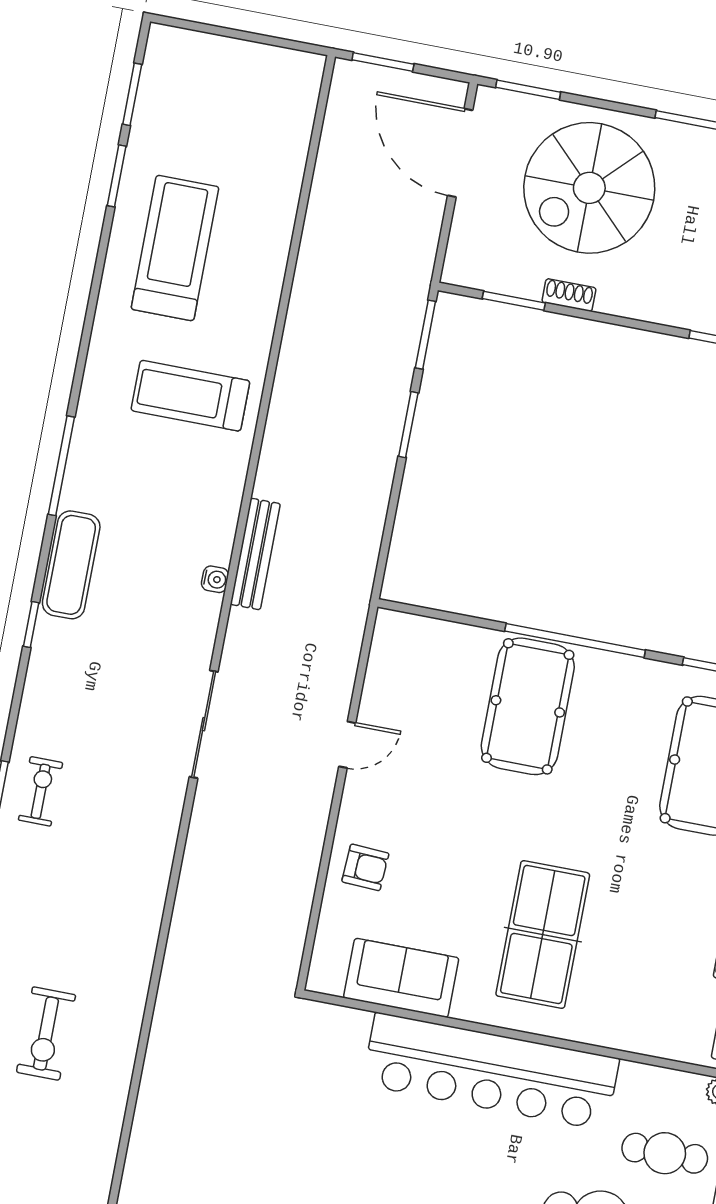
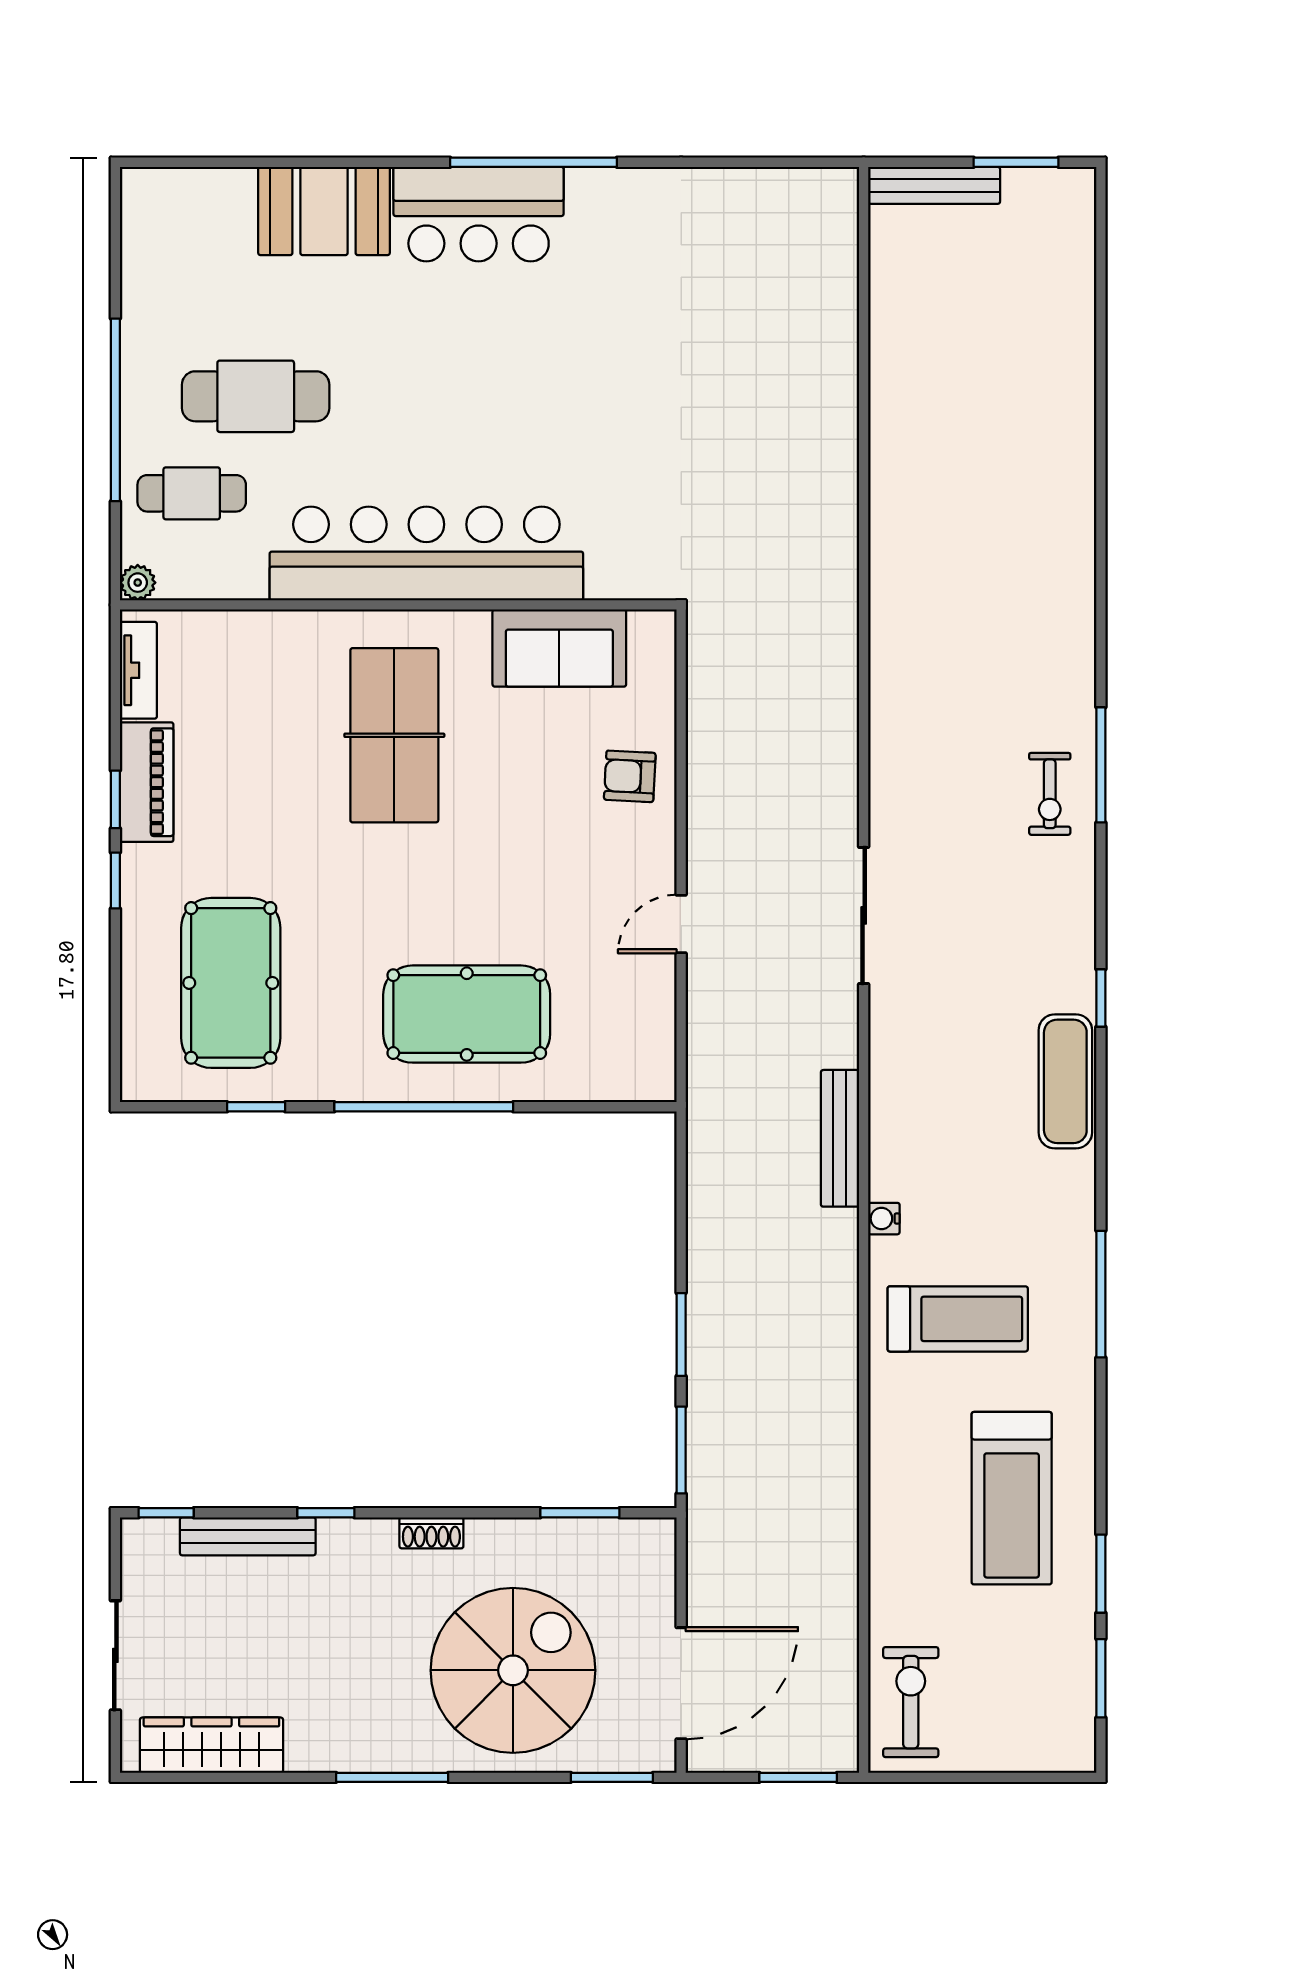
door: (460, 153) -> (681, 1683), hinge flipped
shoe rack: (569, 295) -> (431, 1533), moved
window: (61, 466) -> (1101, 1294), moved
water cooler: (215, 579) -> (884, 1219), moved
pool table: (528, 706) -> (467, 1014), turned 90
exercise bike: (46, 1034) -> (911, 1702), moved

